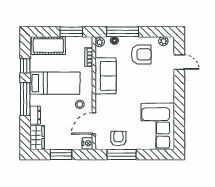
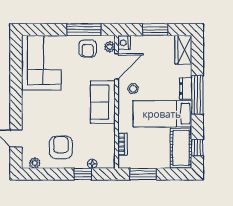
window: (123, 32) -> (83, 174), width x0.46
plant: (100, 42) -> (110, 47), moved
cot: (48, 46) -> (181, 148), moved, turned 90
armchair: (141, 54) -> (61, 147), turned 90
window: (25, 66) -> (197, 147), moved
sofa: (106, 76) -> (103, 102), moved
dresser: (35, 115) -> (186, 89), moved

